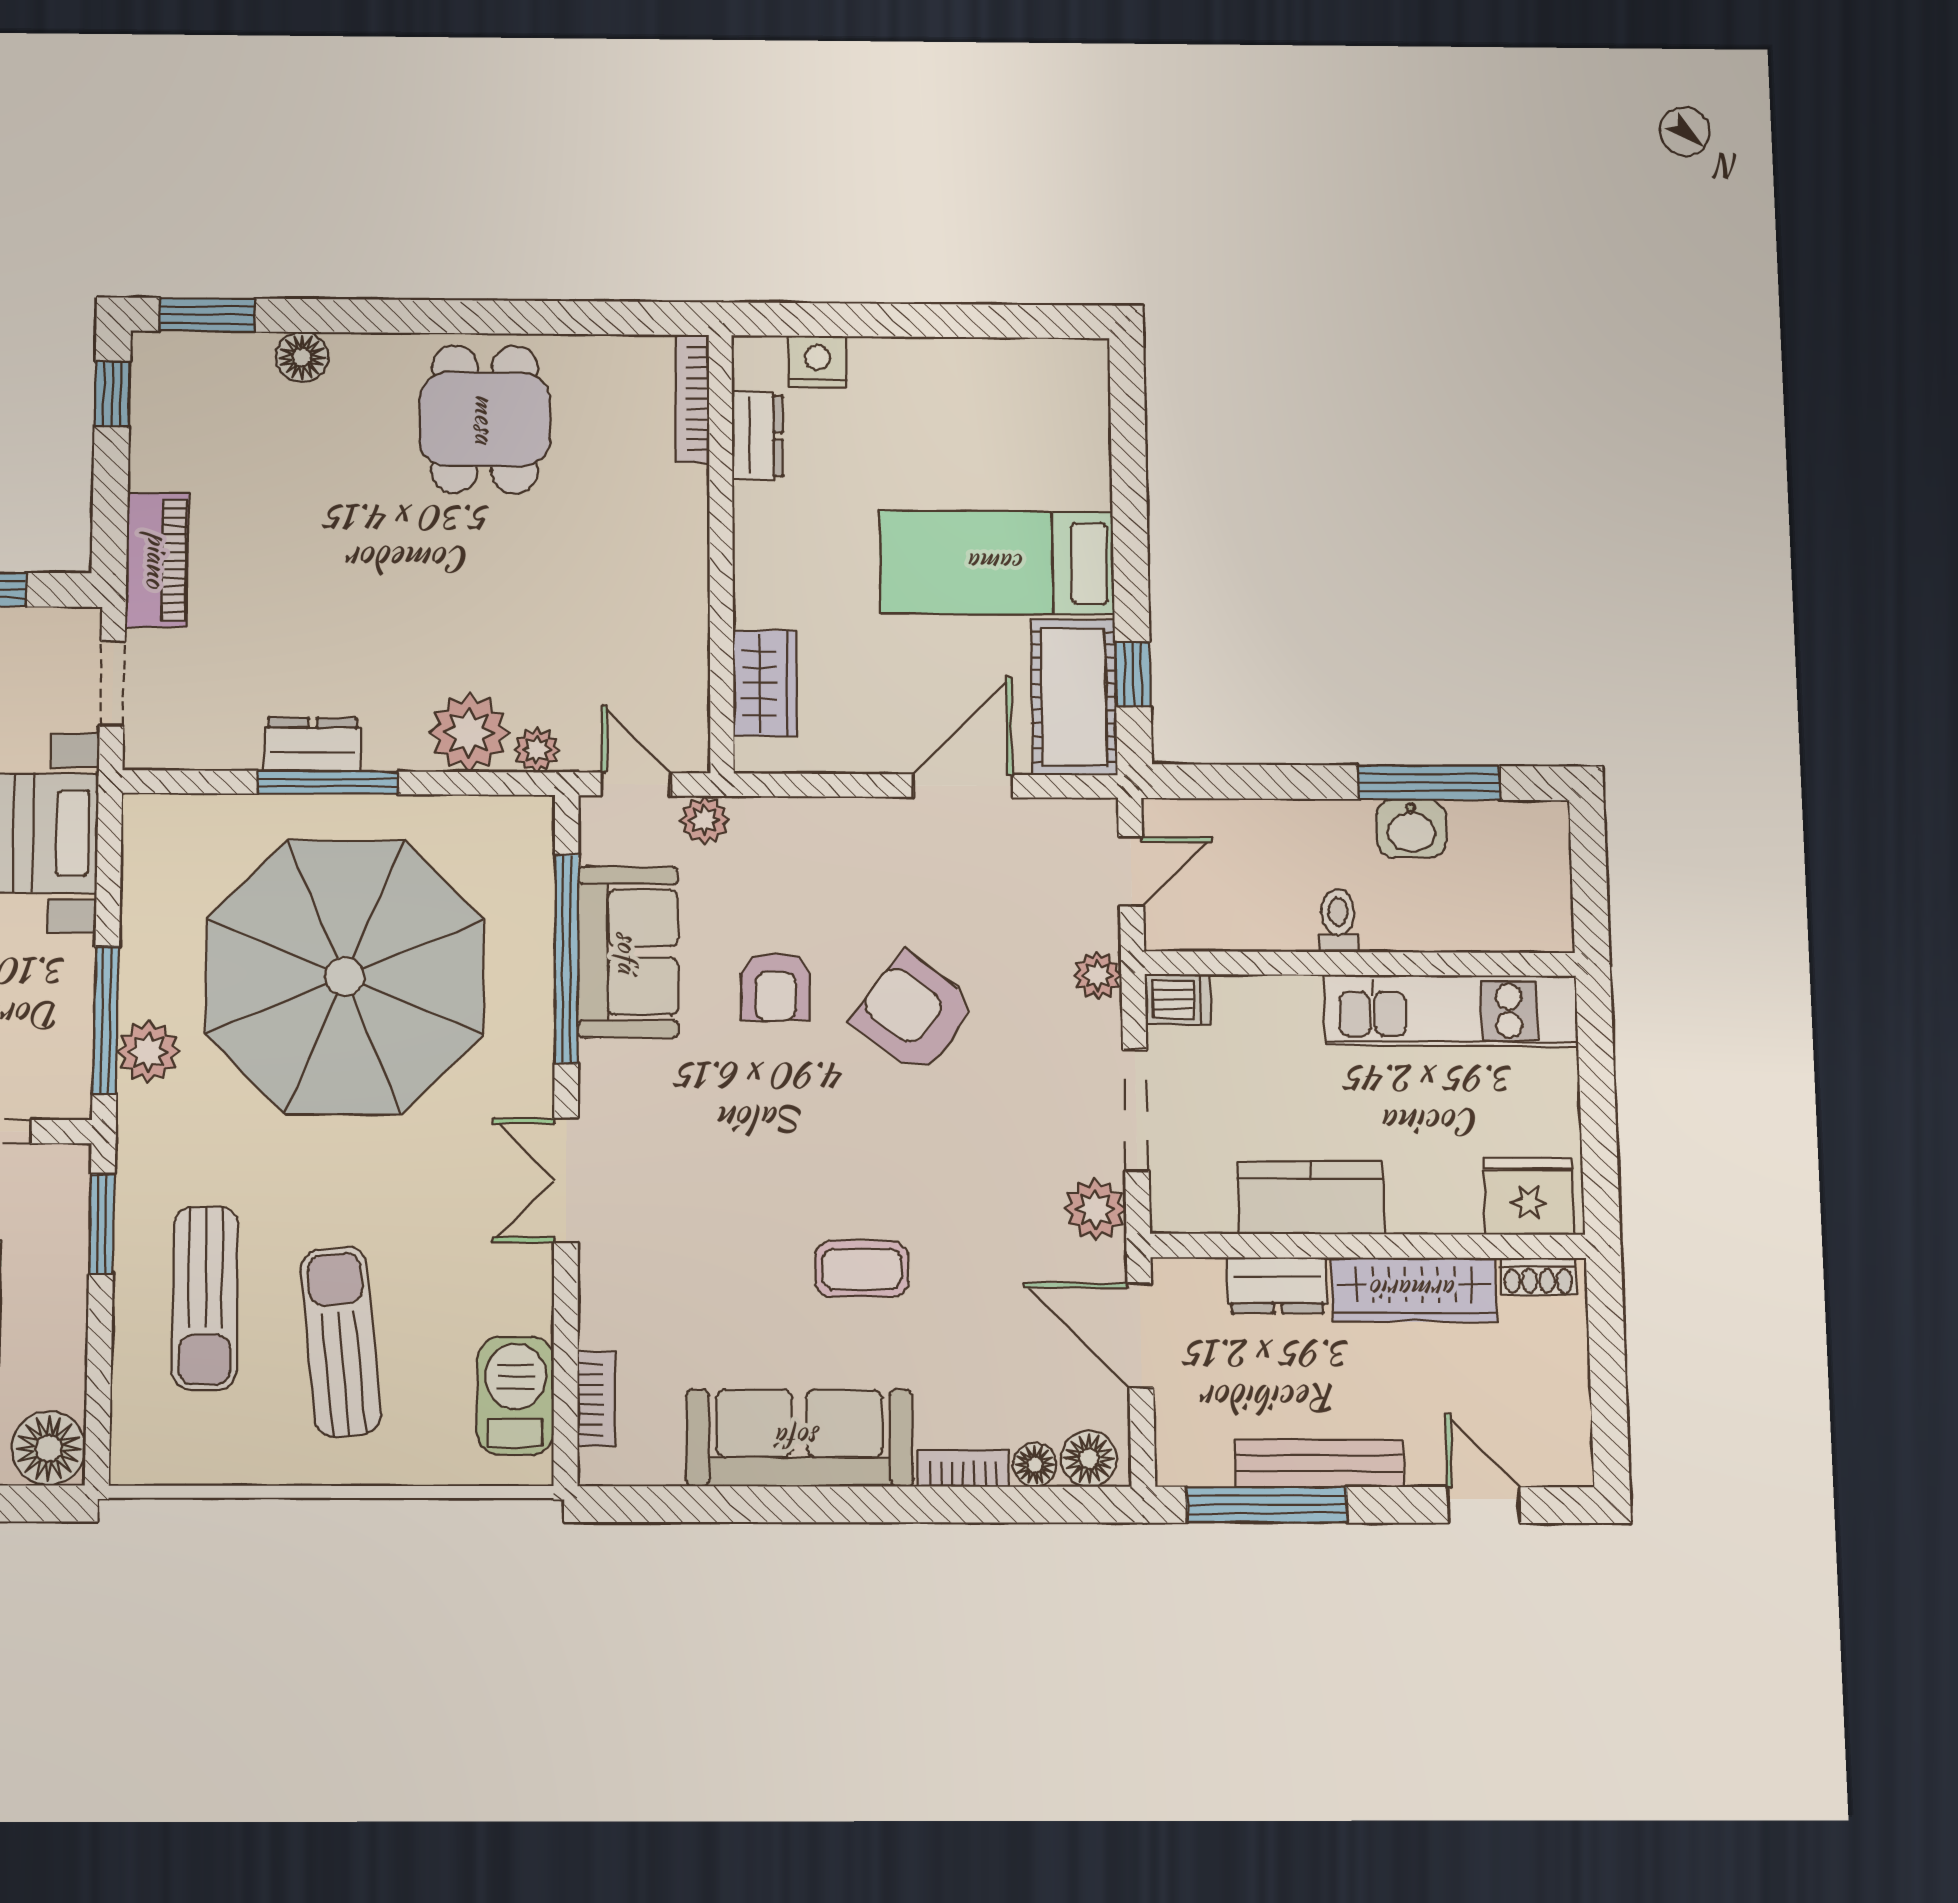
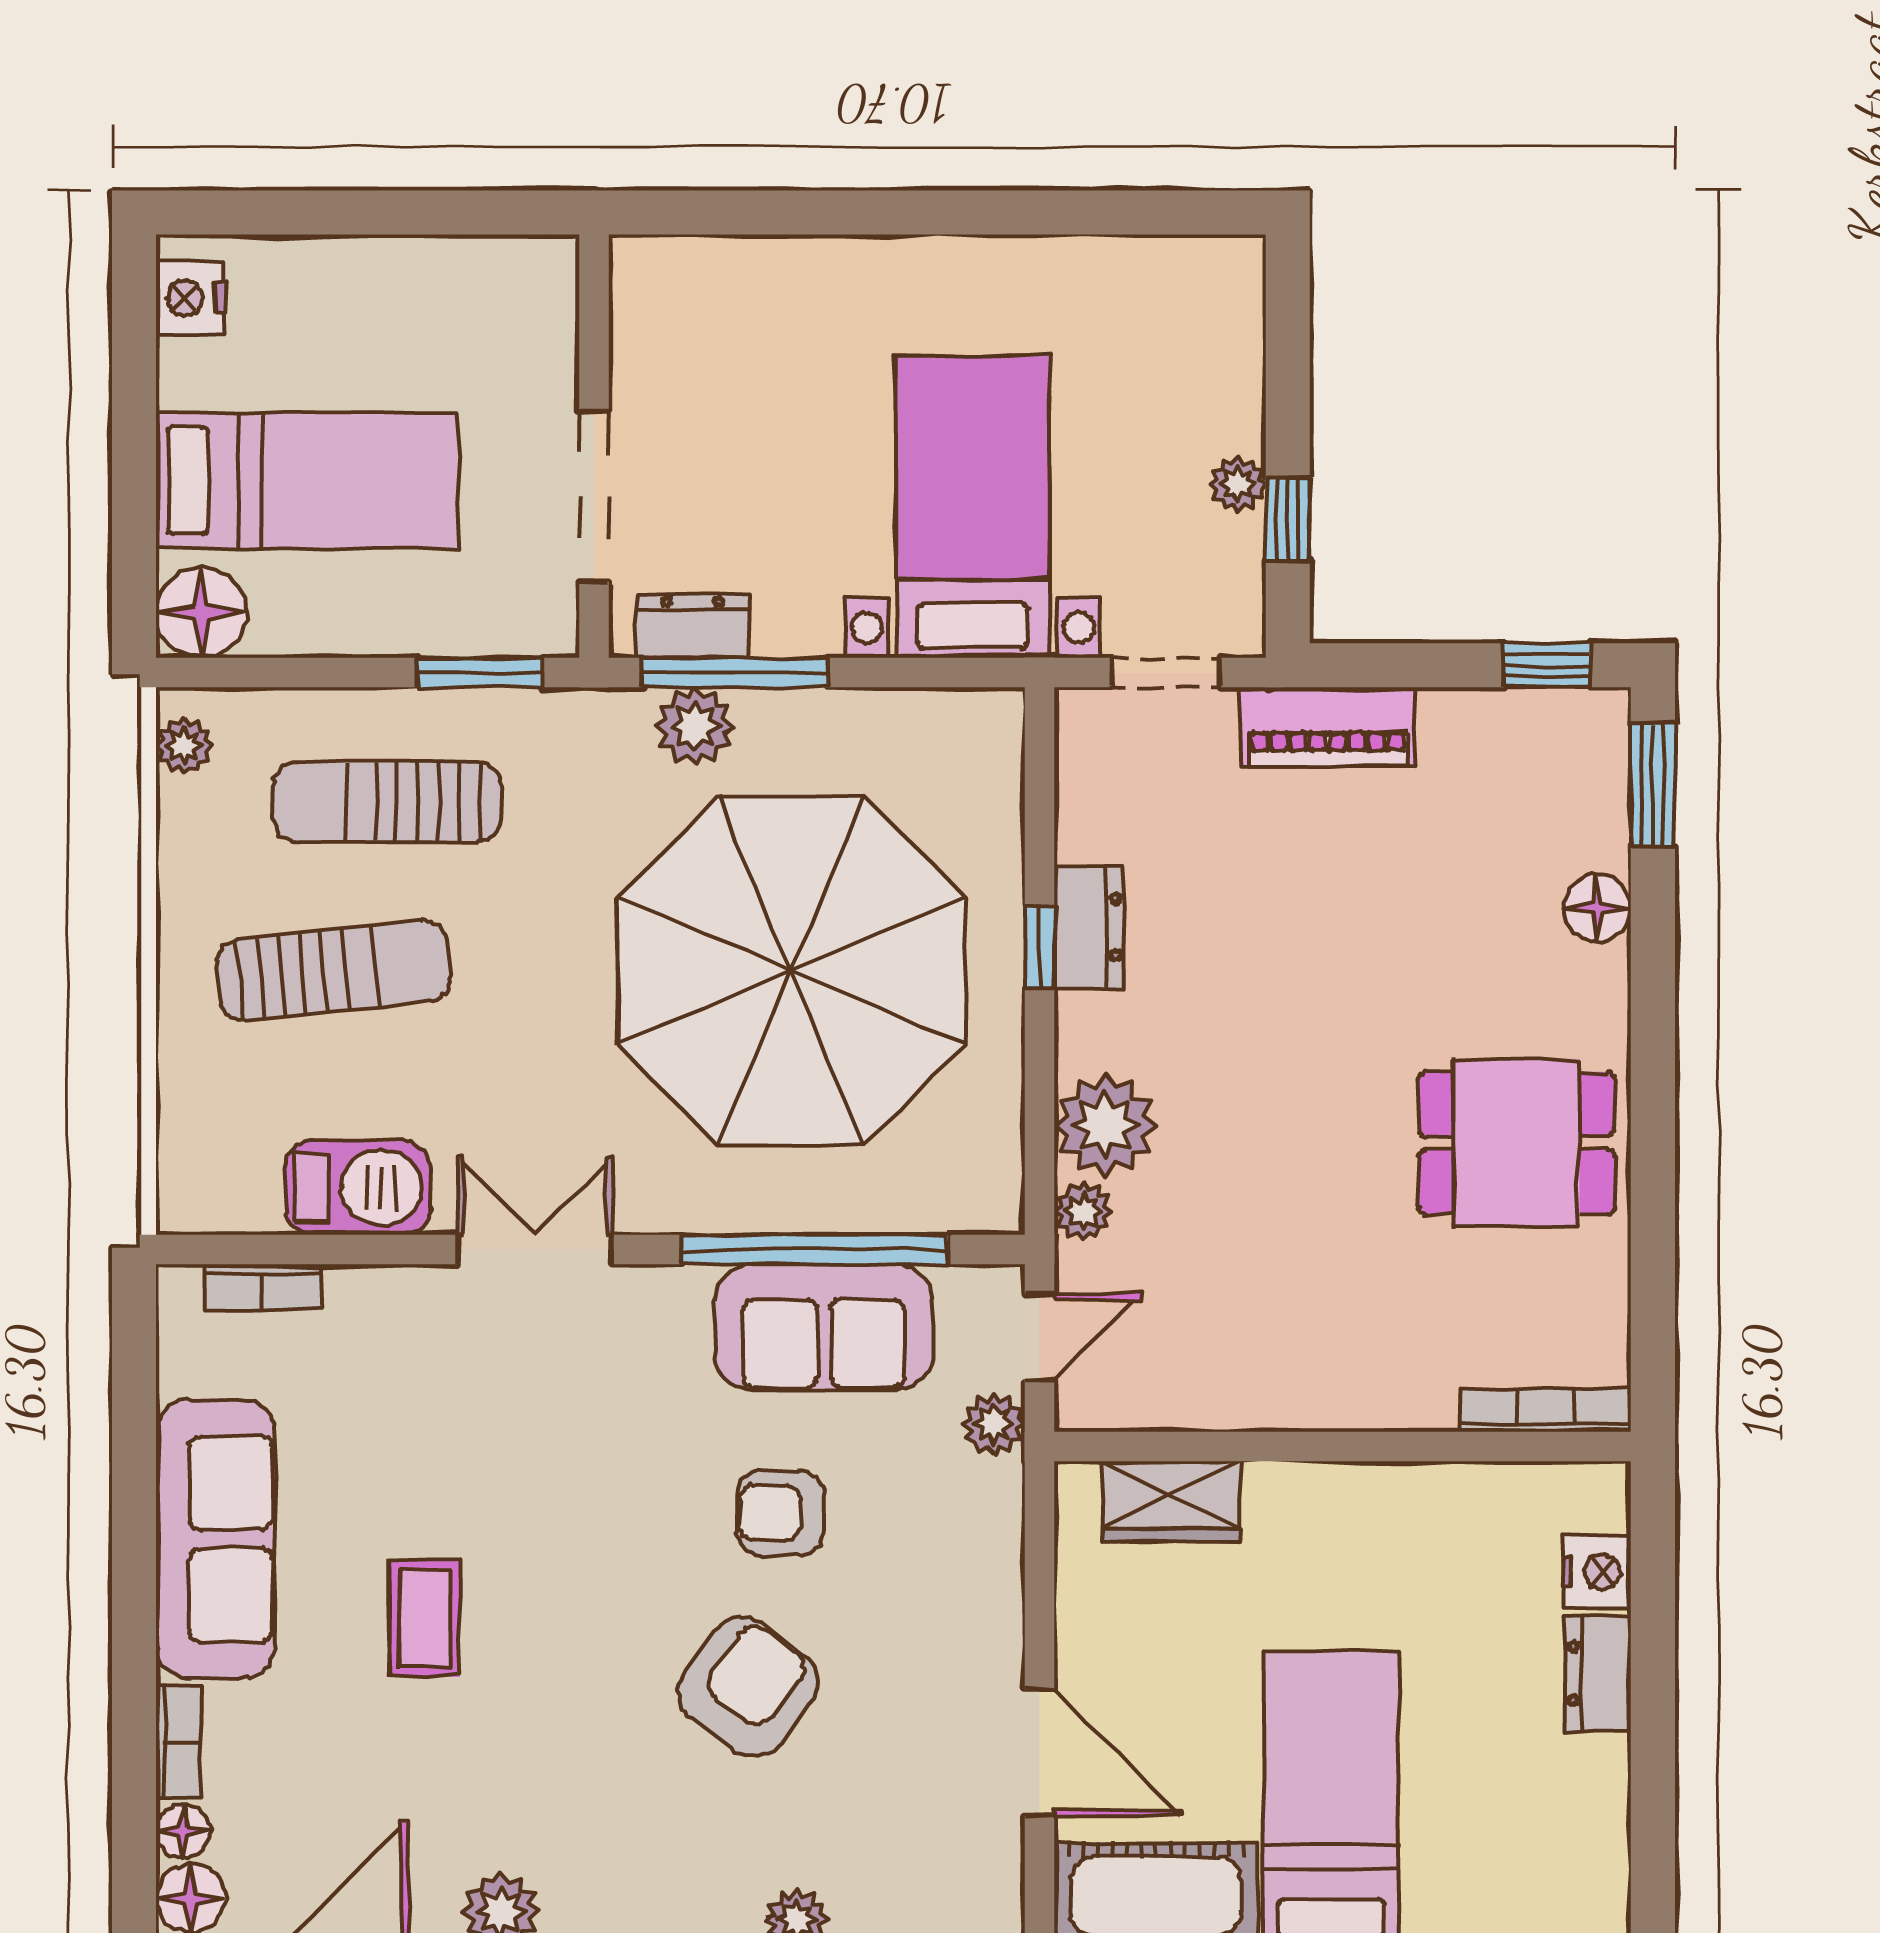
dresser: (757, 436) -> (1598, 1673), moved, turned 90
window: (328, 783) -> (1040, 947), width x0.46
dresser: (68, 1053) -> (693, 626), added
barbecue: (516, 1396) -> (358, 1187), moved
plant: (157, 1463) -> (184, 746), added

